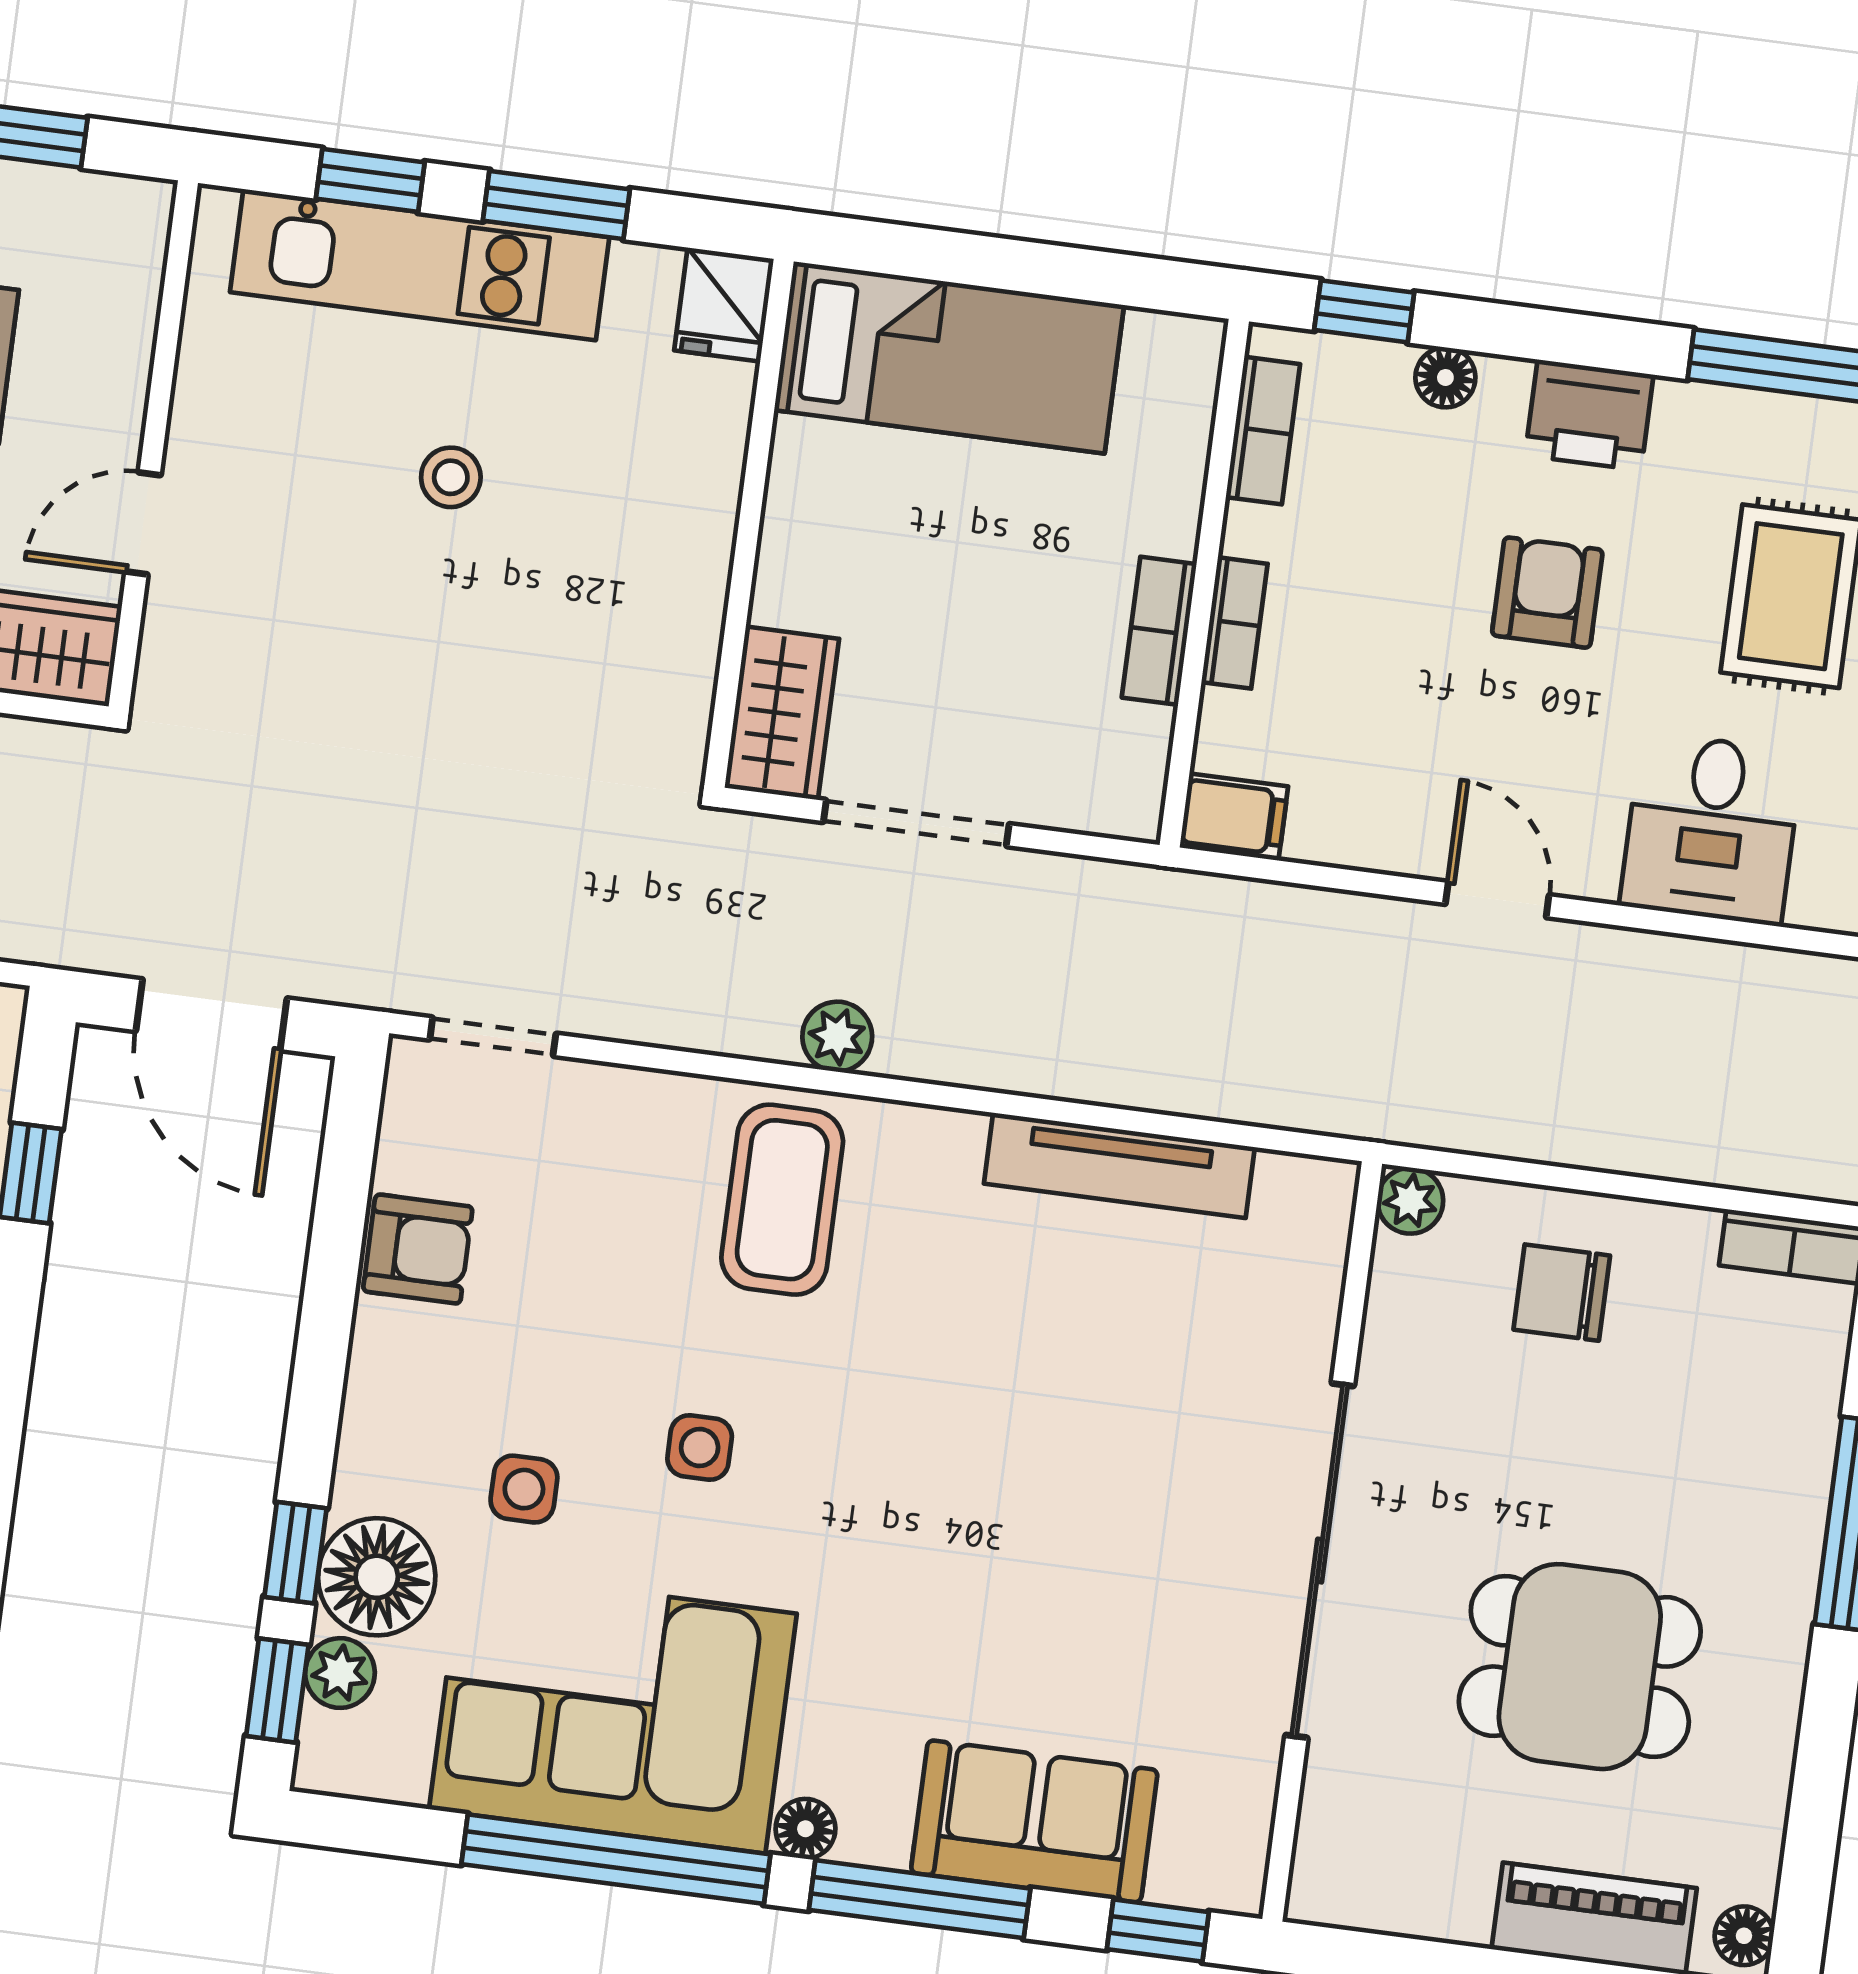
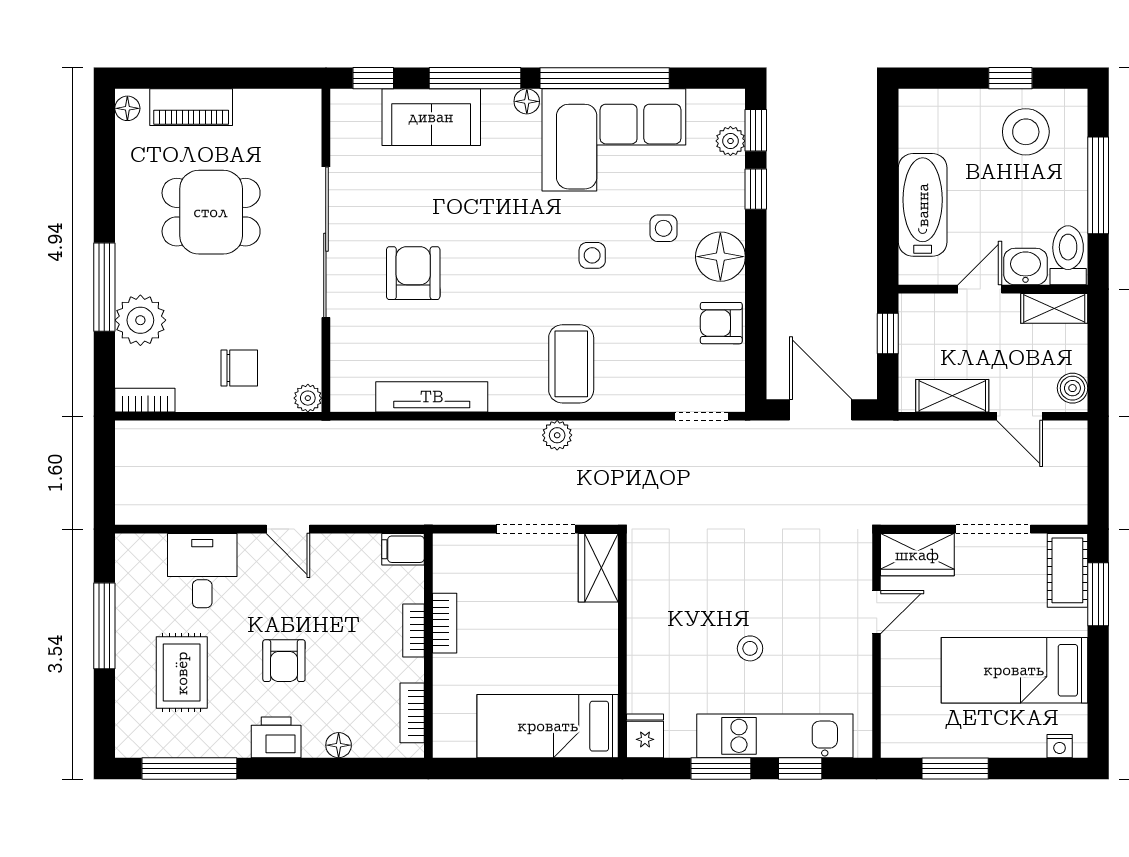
window: (1364, 311) -> (376, 768), removed
plant: (1779, 1435) -> (140, 320), added
armchair: (1125, 1461) -> (413, 273), added
floor lamp: (377, 1577) -> (720, 257), moved

